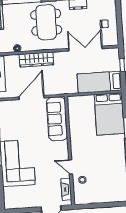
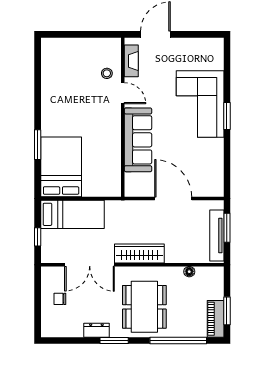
wardrobe: (36, 59) -> (139, 254), moved
door: (31, 98) -> (173, 198), swing flipped
sofa: (57, 119) -> (138, 140), moved

